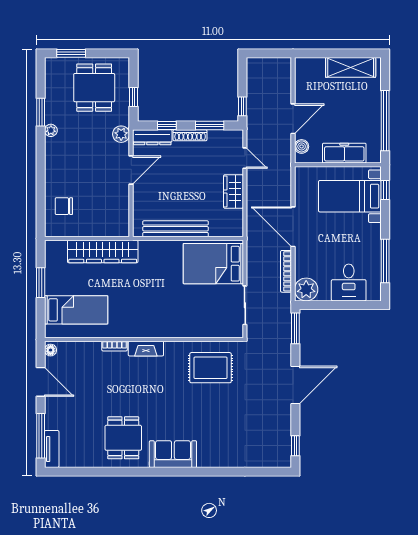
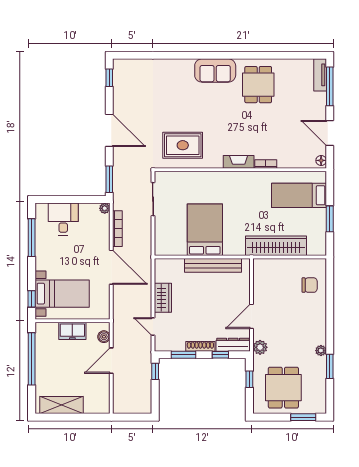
freezer: (344, 153) -> (72, 331), width x0.71
bed: (213, 264) -> (205, 230), moved, turned -90
plant: (306, 289) -> (105, 208), width x0.53, depth x0.53
door: (295, 385) -> (109, 130), swing flipped

